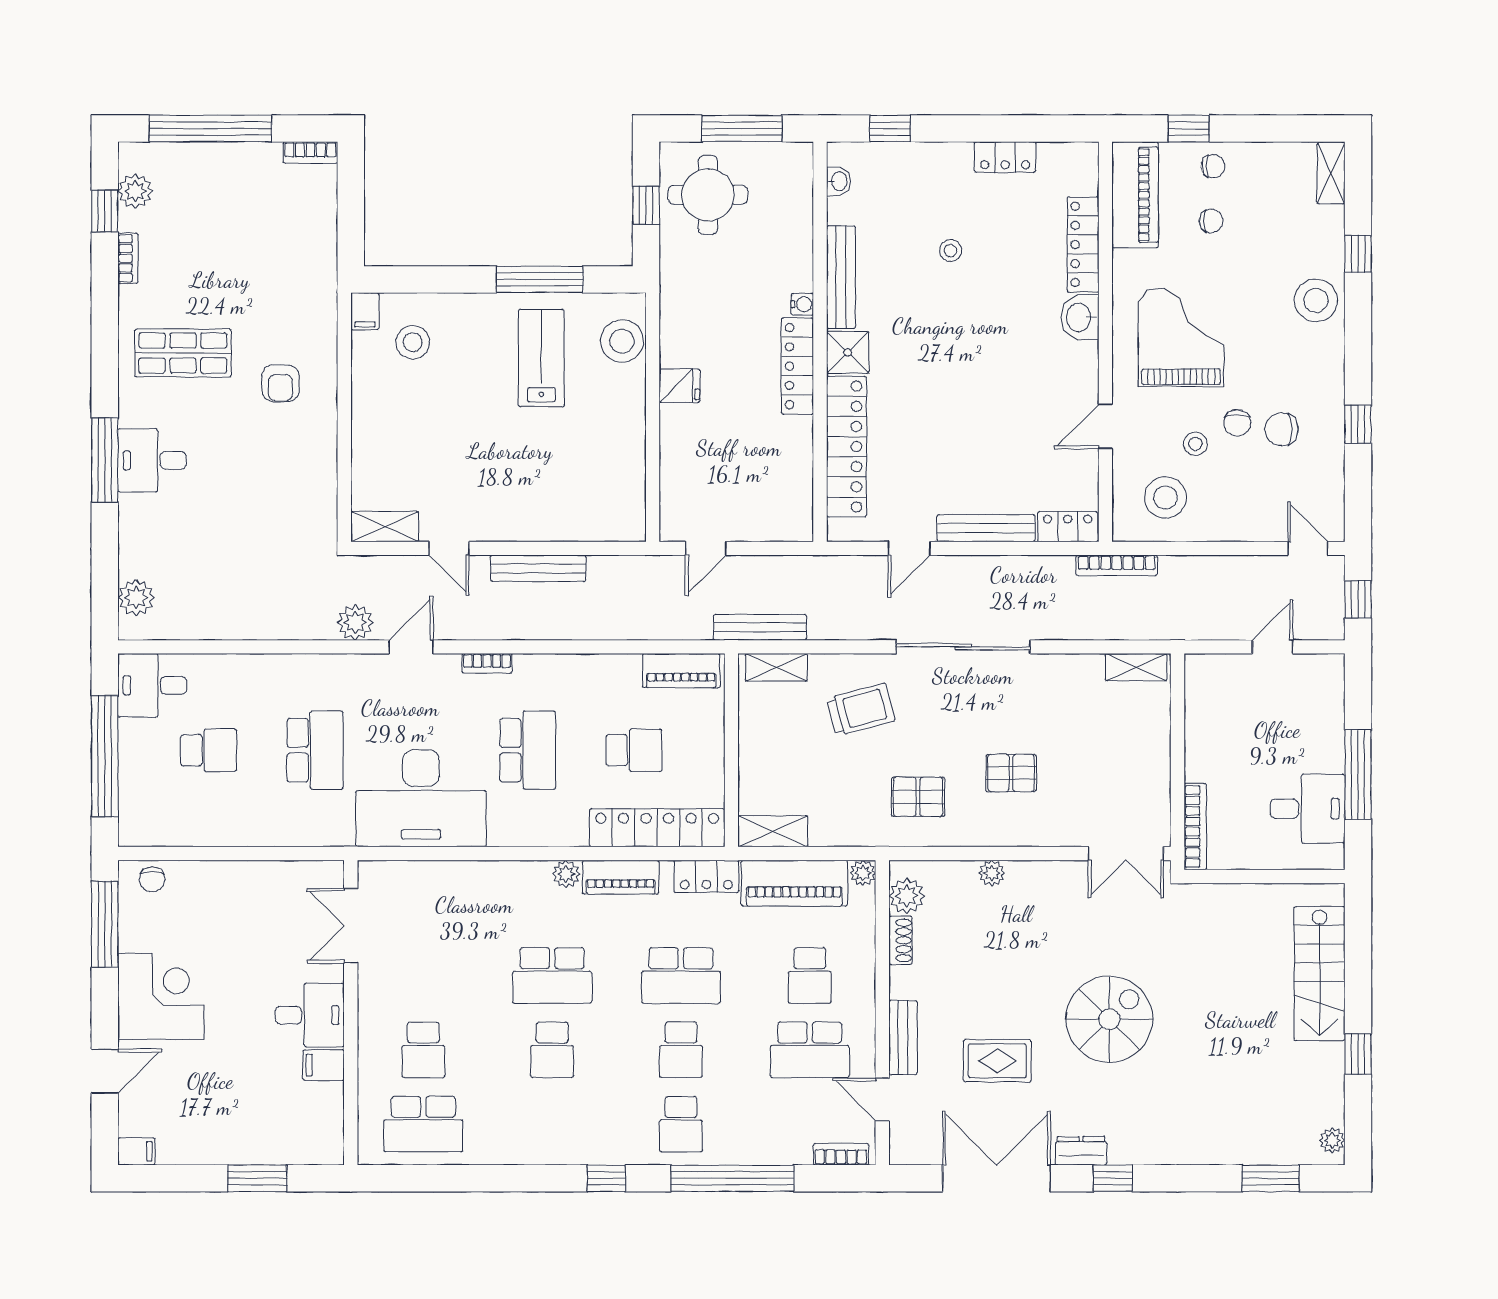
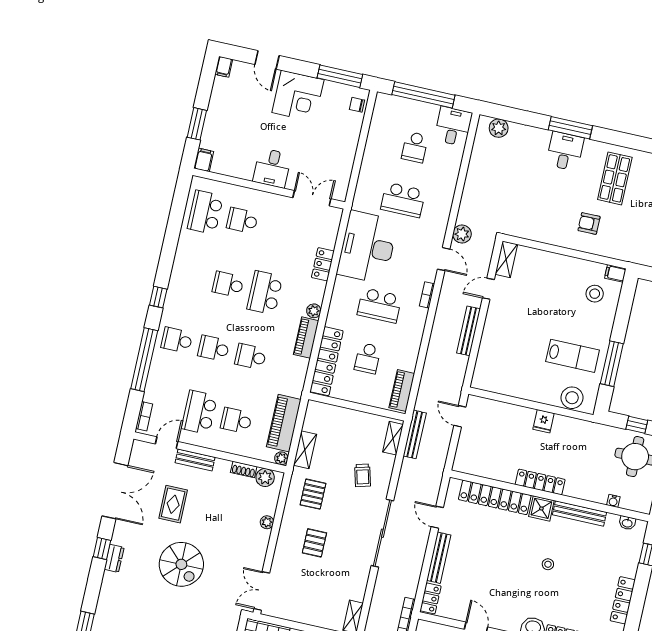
locker: (1005, 157) -> (623, 600), width x1.53
stool: (951, 251) -> (548, 564), moved
water cooler: (802, 304) -> (613, 501), moved
trolley: (861, 710) -> (363, 475), width x0.73, depth x0.72
shelving: (773, 831) -> (305, 450), moved
locker: (706, 876) -> (323, 264), moved
school desk: (681, 976) -> (251, 357), width x0.54
filing cabinet: (324, 1065) -> (204, 160), moved
dresser: (1081, 1151) -> (114, 558), moved

